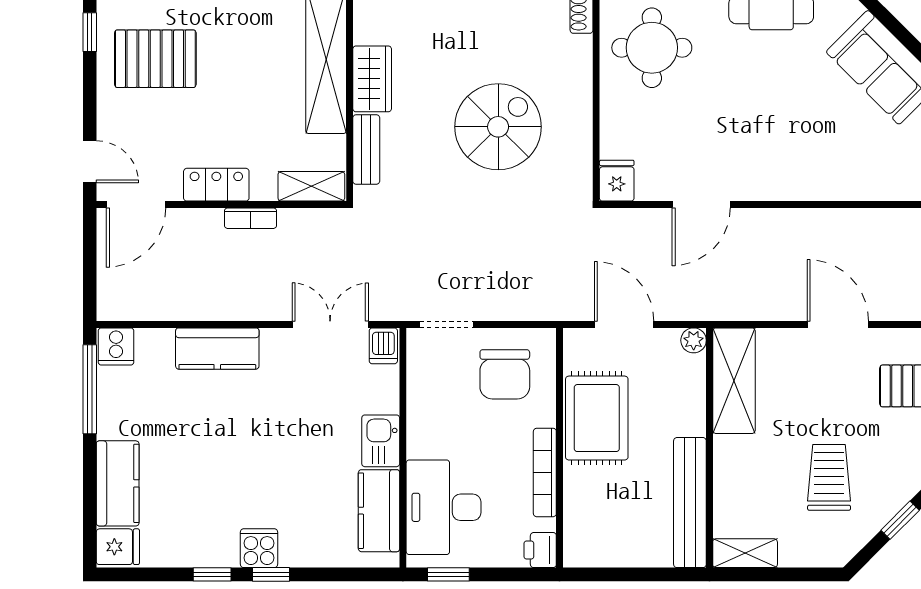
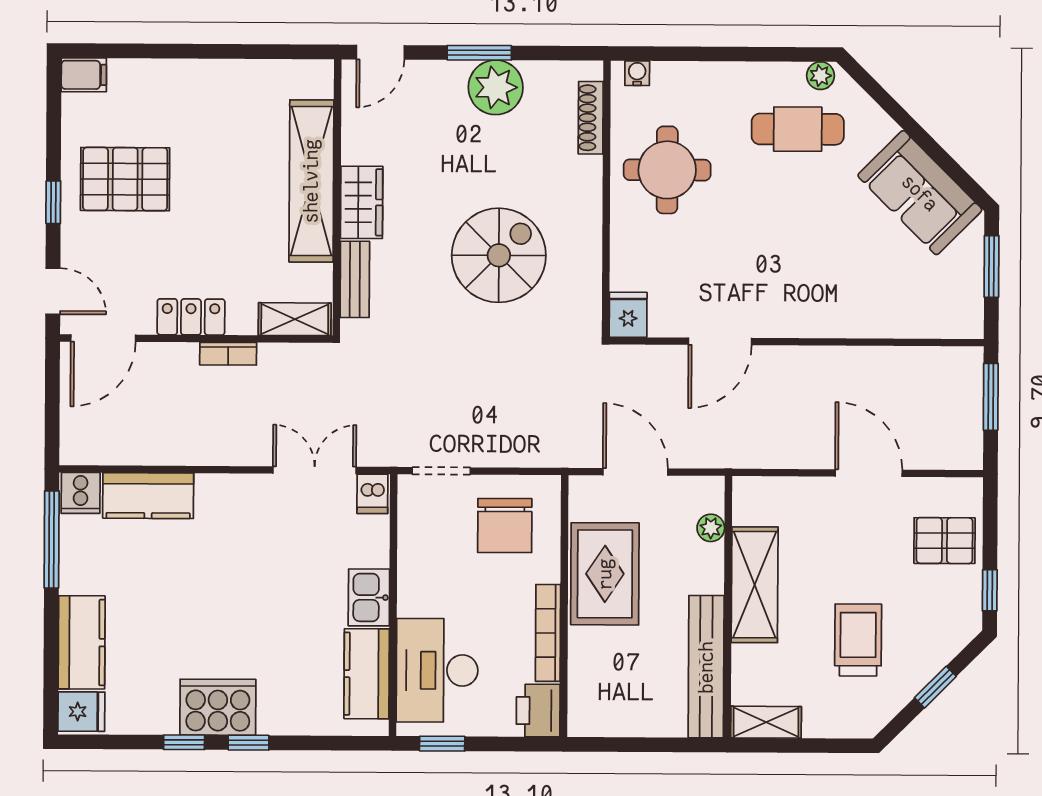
window: (90, 32) -> (53, 202), moved
plant: (694, 340) -> (711, 528), moved
kitchen counter: (217, 349) -> (148, 496), moved
shelving: (734, 381) -> (755, 585), moved
cooker: (259, 548) -> (218, 707), width x1.87, depth x1.31
printer: (540, 550) -> (538, 711), width x1.36, depth x1.24

